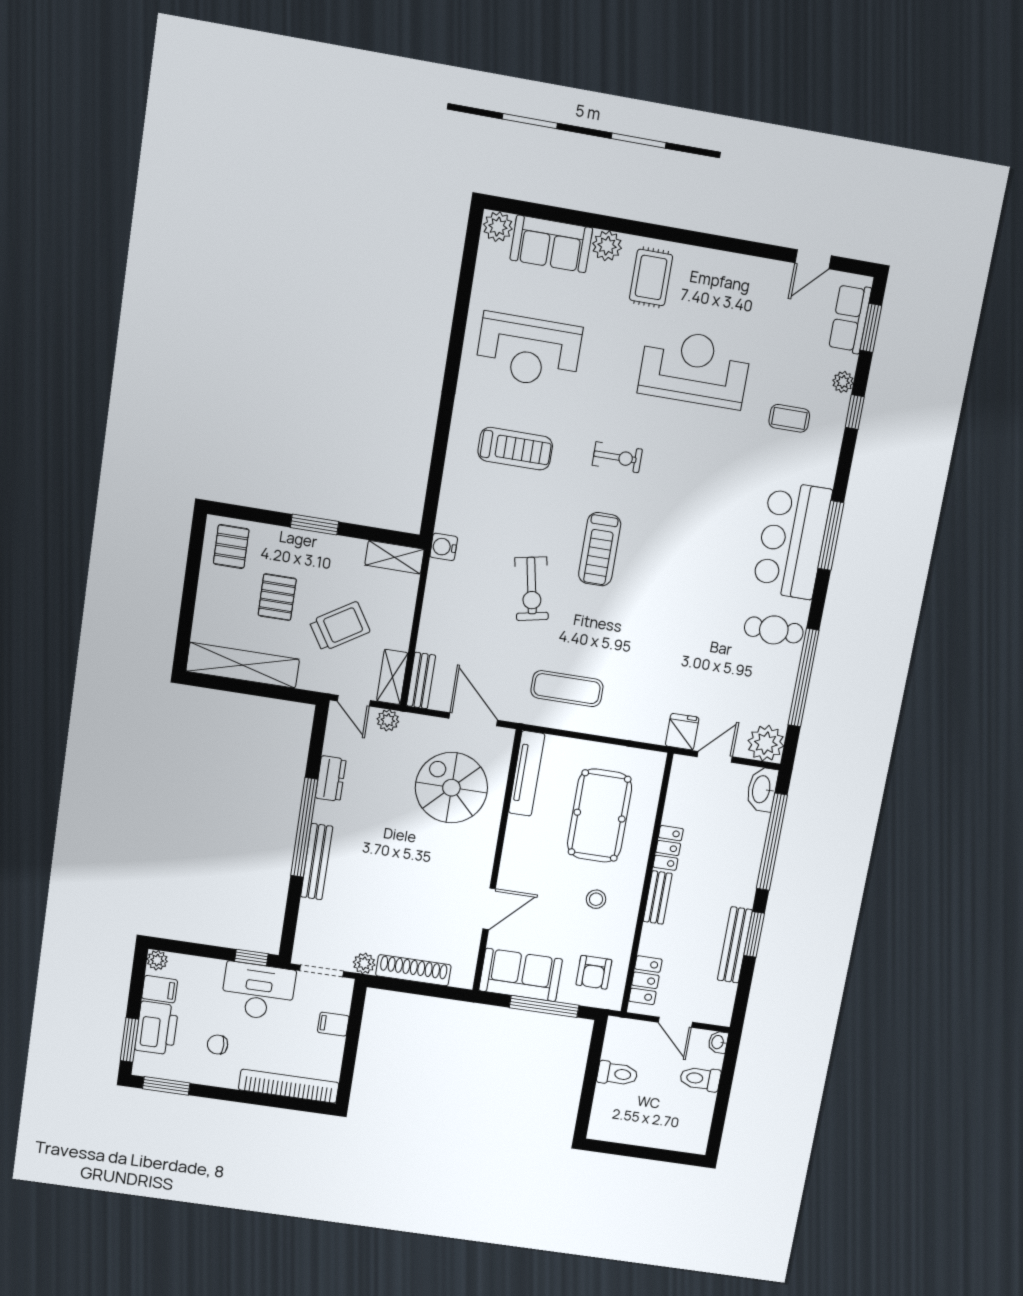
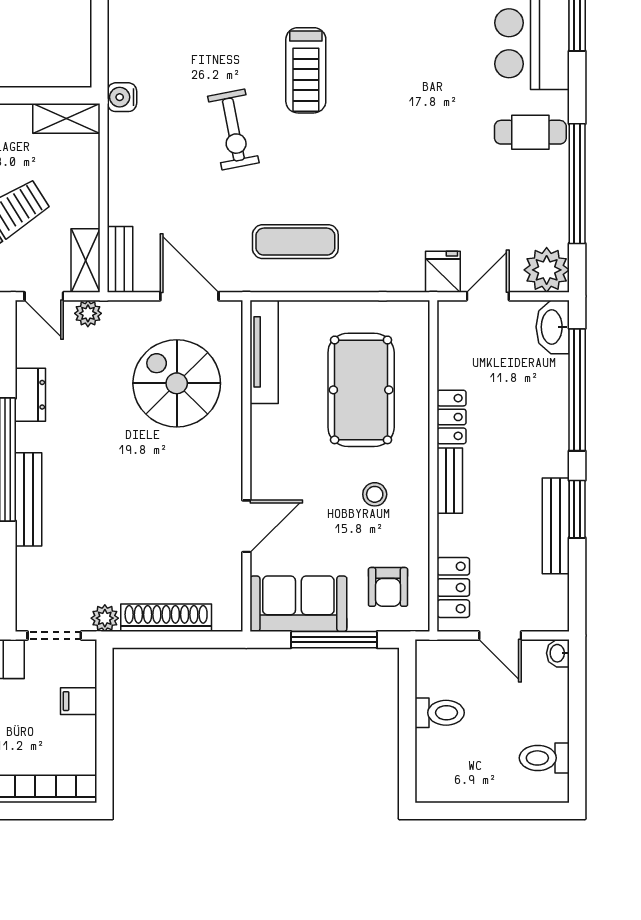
toilet: (700, 1079) -> (544, 758), moved

